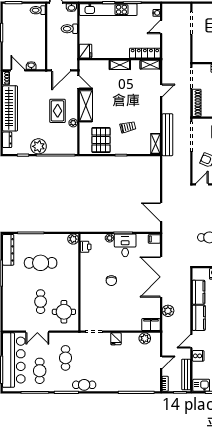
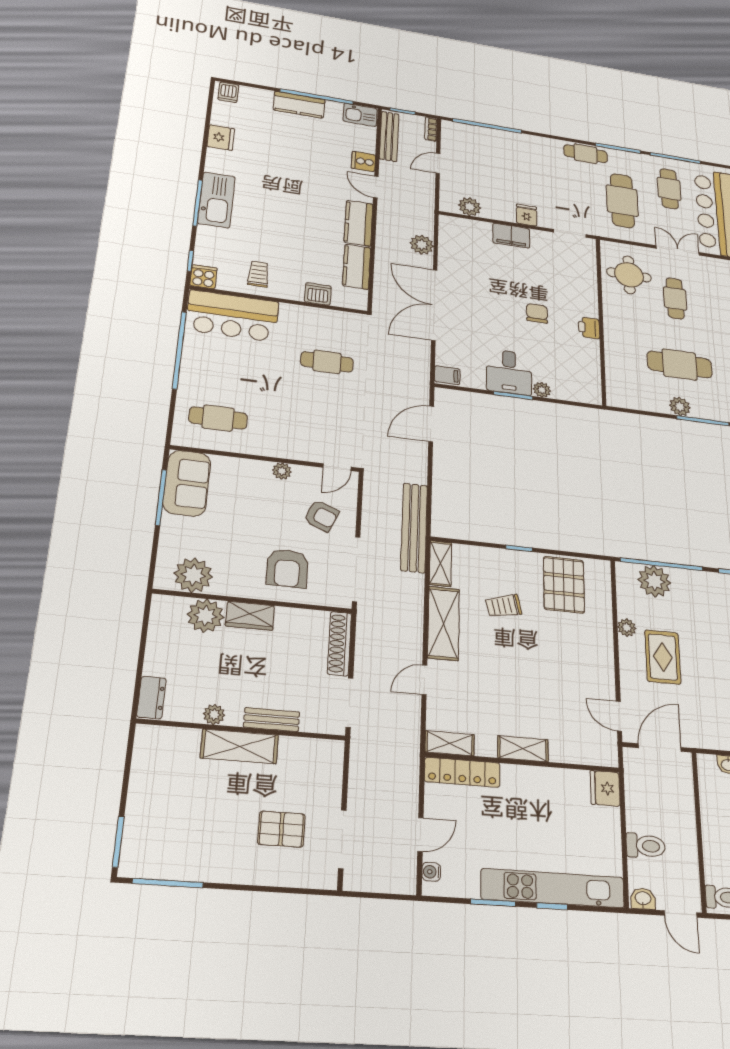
shelving: (86, 106) -> (444, 623), moved
bench: (167, 135) -> (414, 528), moved
plant: (38, 146) -> (654, 581), moved
door: (161, 212) -> (431, 424), swing flipped
plant: (73, 239) -> (680, 406), moved
printer: (86, 247) -> (589, 328), moved
double door: (161, 277) -> (434, 305), swing flipped
filing cabinet: (151, 325) -> (511, 236), moved
door: (191, 341) -> (376, 187), swing flipped
cafe table: (66, 358) -> (622, 201), width x1.37, depth x1.35

